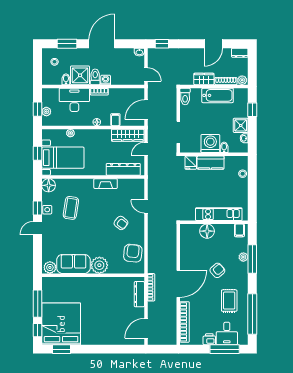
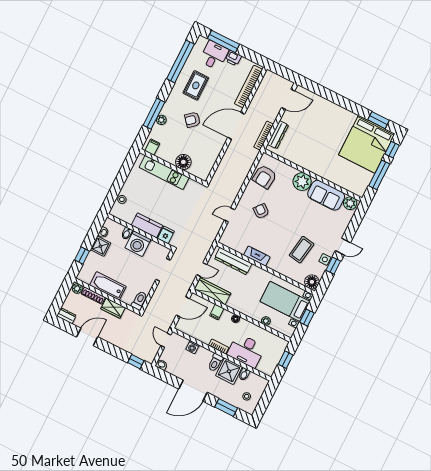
washing machine: (106, 80) -> (192, 347), moved
plant: (46, 112) -> (278, 353), removed
door: (146, 206) -> (230, 215), swing flipped

